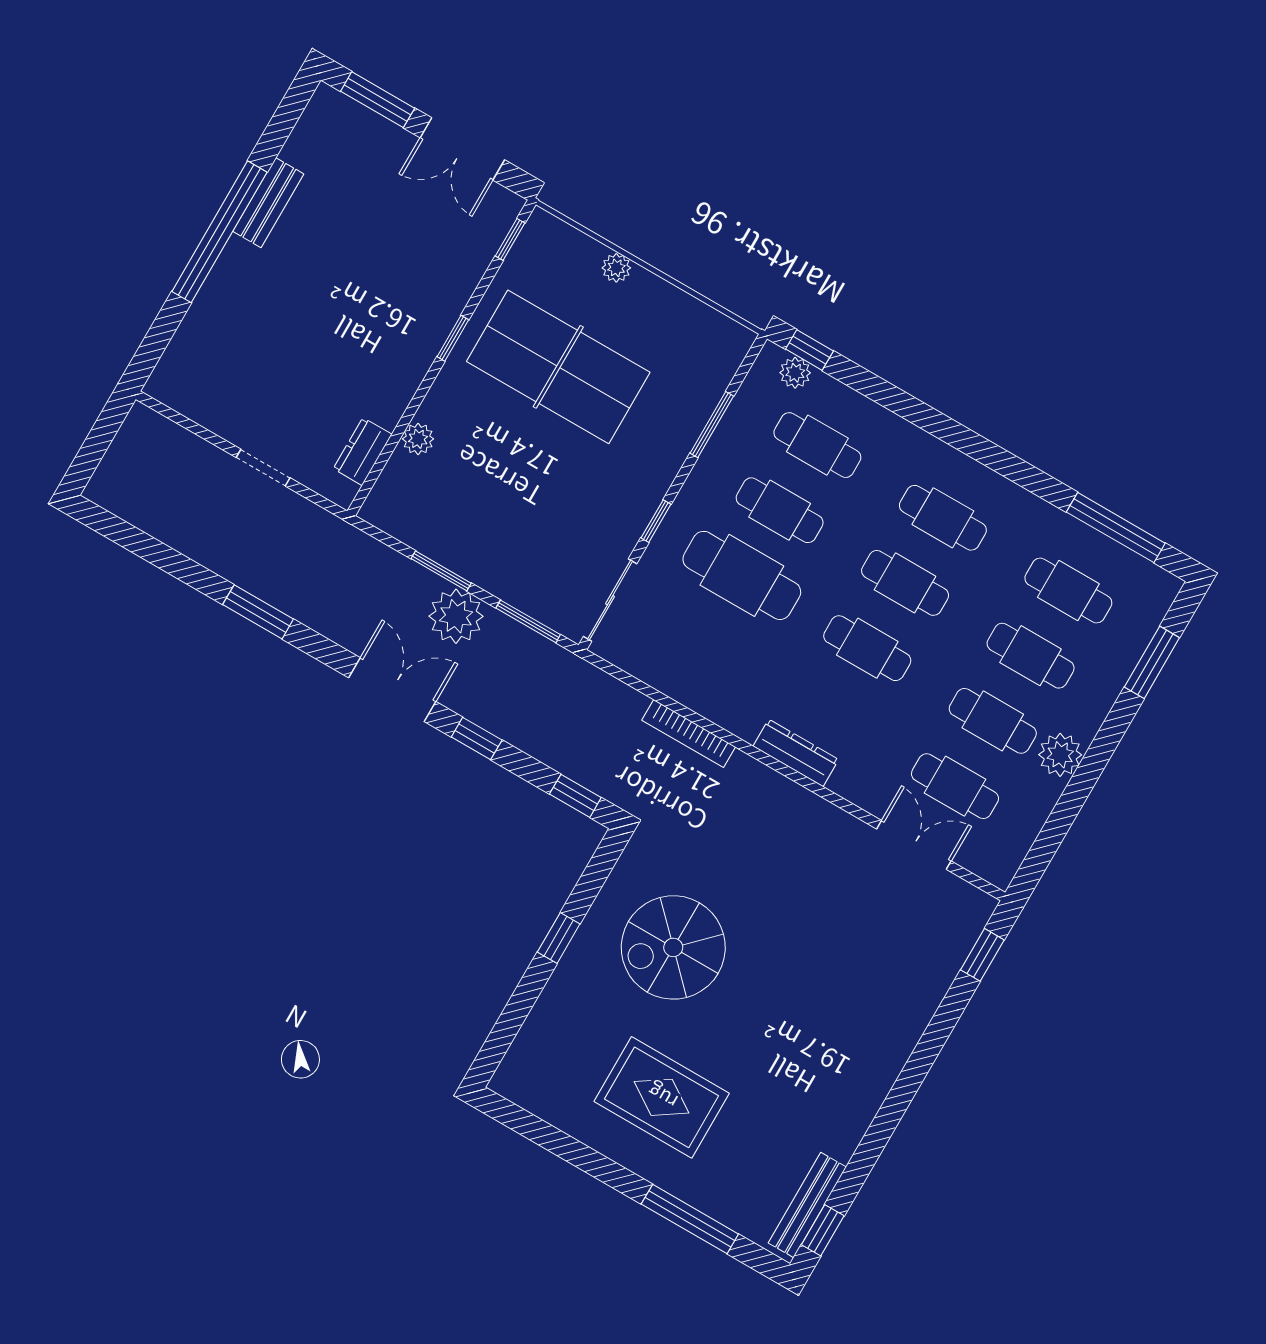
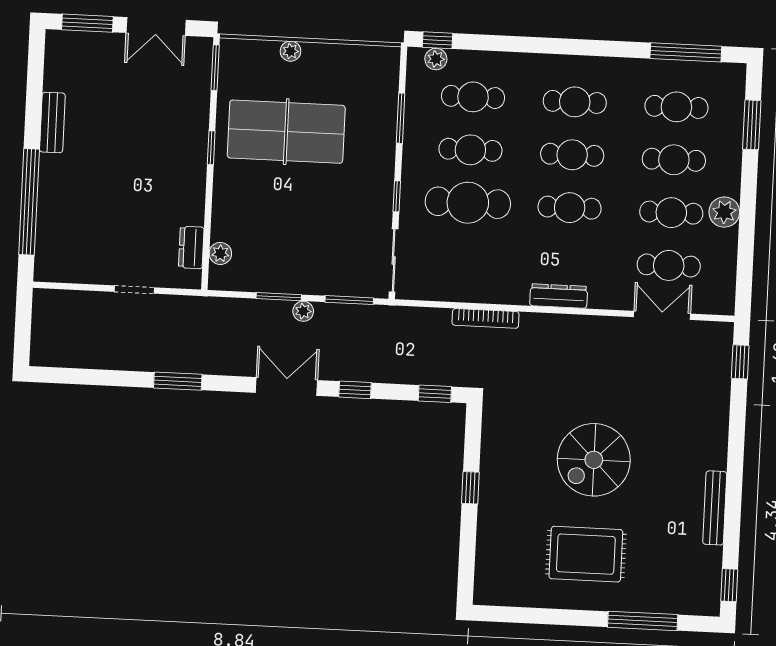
window: (219, 232) -> (29, 202), moved
window: (510, 240) -> (215, 68), width x1.50
plant: (418, 439) -> (220, 253), moved
plant: (456, 616) -> (303, 311), width x0.53, depth x0.53
spiral stairs: (673, 947) -> (594, 460), moved
bench: (807, 1205) -> (715, 508), moved

